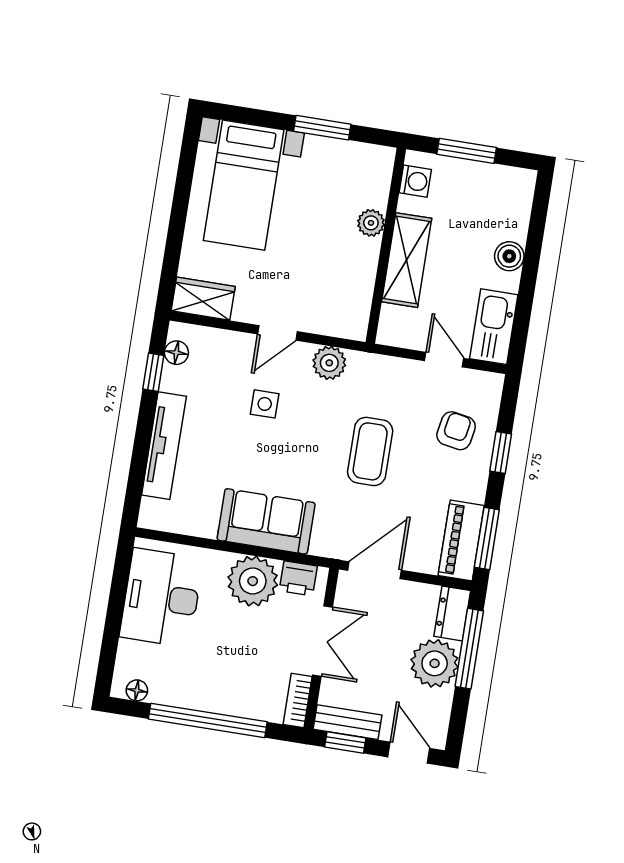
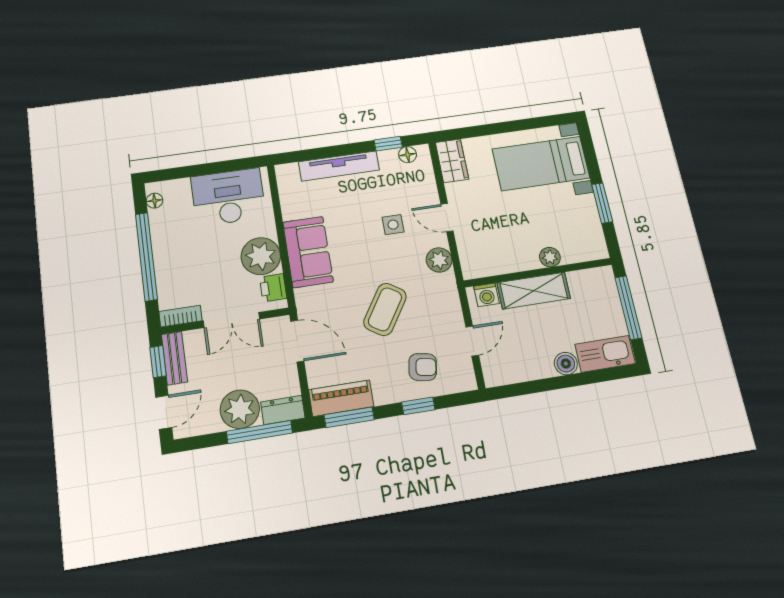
window: (467, 151) -> (628, 308), width x1.44
washing machine: (415, 181) -> (487, 295), moved
kitchen sink: (494, 327) -> (605, 354), moved
coffee table: (370, 451) -> (385, 309), turned -57

